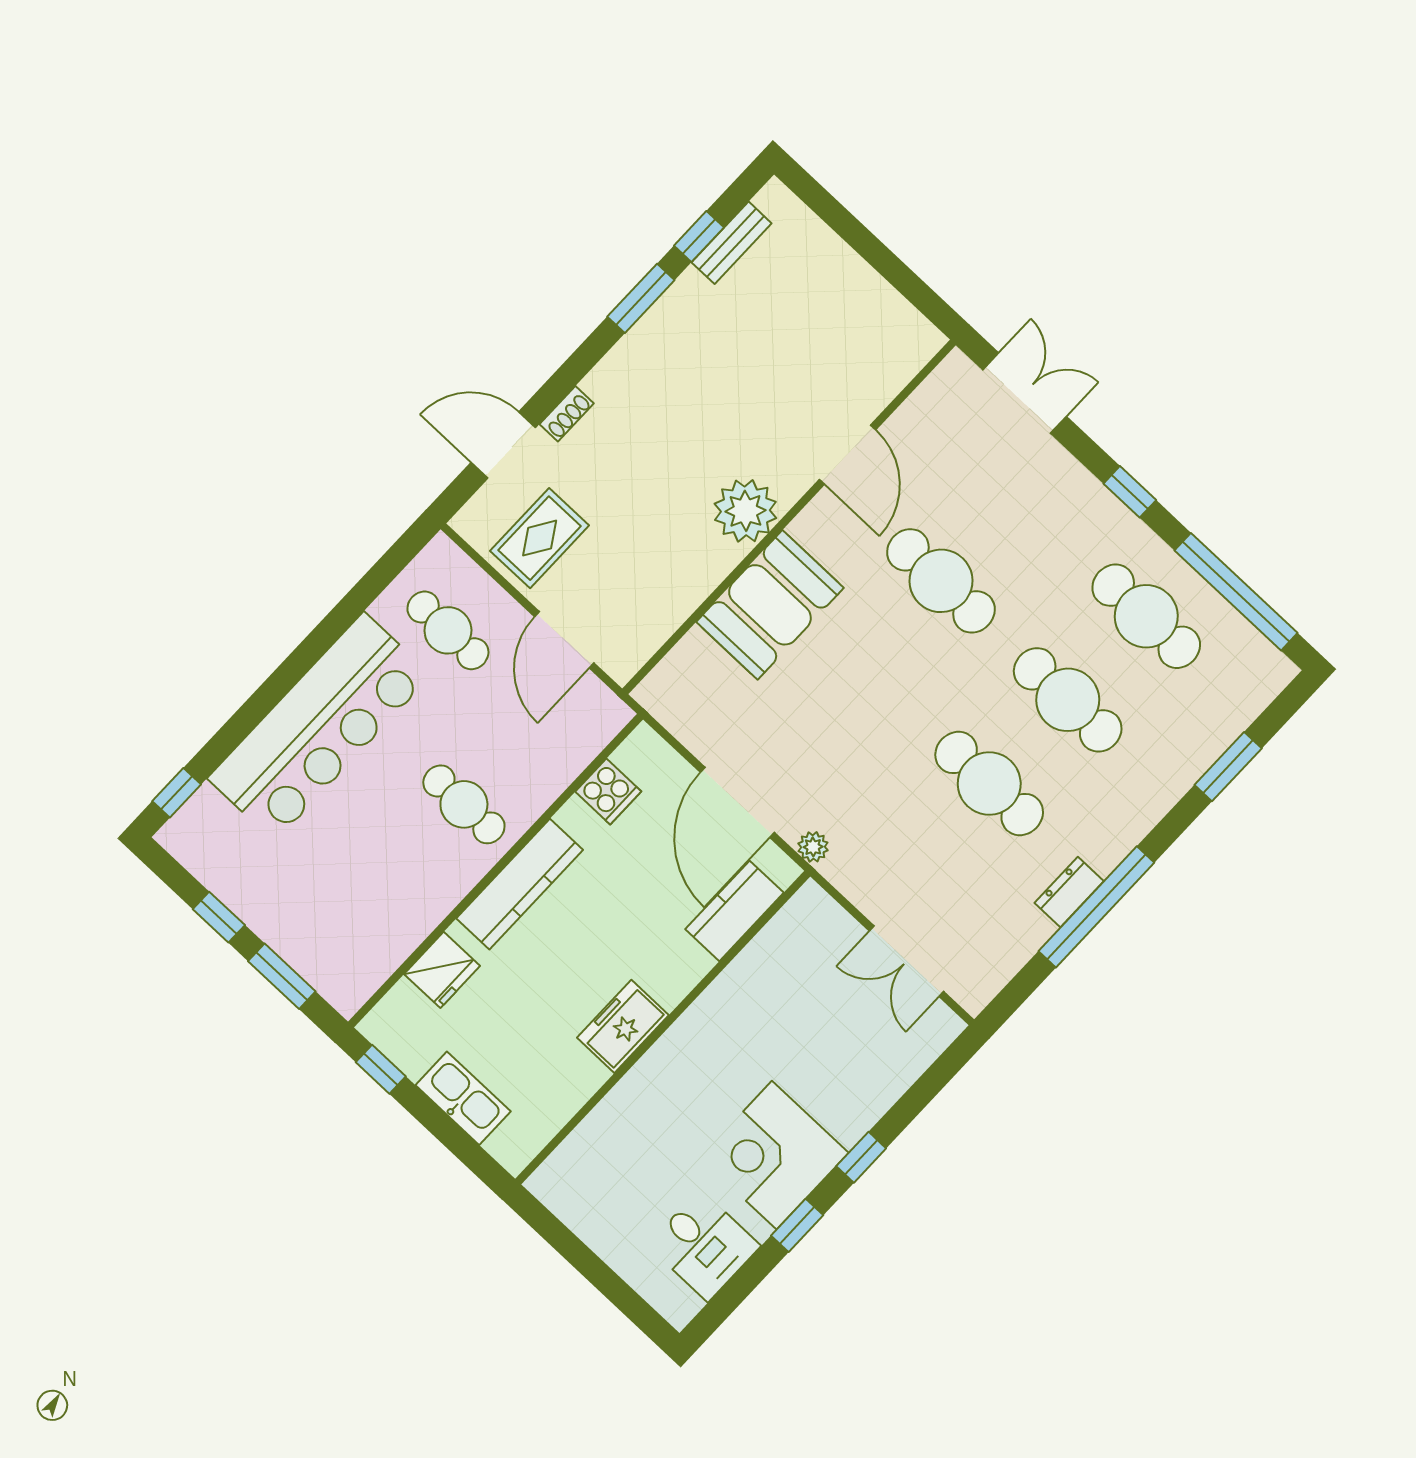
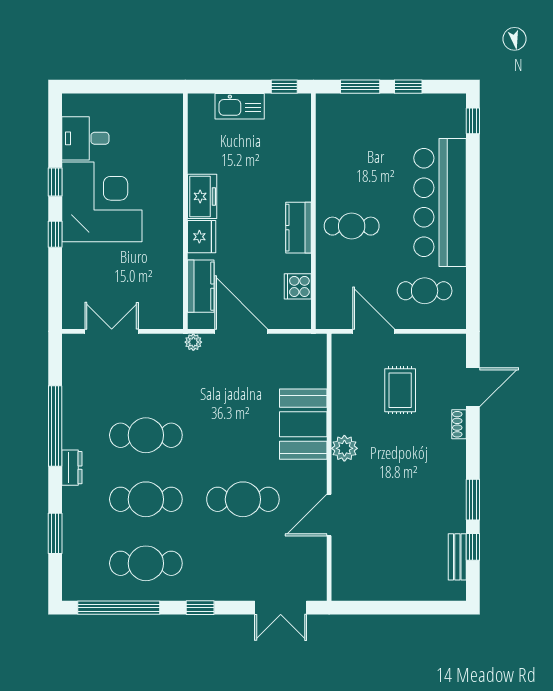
door: (847, 455) -> (329, 515), hinge flipped
plant: (745, 511) -> (344, 448), width x0.73, depth x0.73
rug: (540, 538) -> (400, 390), moved
kitchen counter: (520, 884) -> (298, 228), width x0.67
dresser: (1069, 892) -> (72, 468), moved
fridge: (442, 970) -> (202, 237), moved, turned 180
corner desk: (774, 1155) -> (102, 202), width x1.36, depth x1.36

